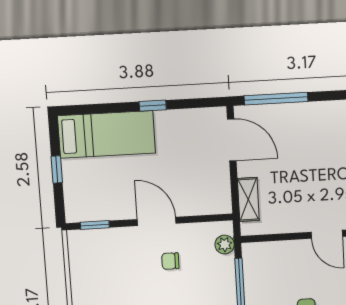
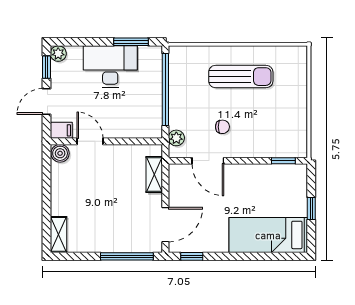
window: (153, 106) -> (192, 256), moved
door: (232, 140) -> (165, 225), swing flipped
door: (157, 221) -> (208, 161), moved

